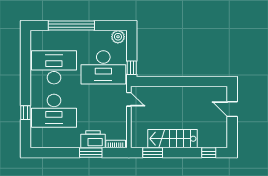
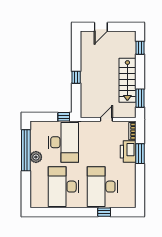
window: (71, 25) -> (26, 150), moved
plant: (118, 37) -> (36, 157), moved
window: (176, 81) -> (76, 77), added
door: (129, 99) -> (106, 119), moved
desk: (54, 111) -> (102, 187), turned 180

